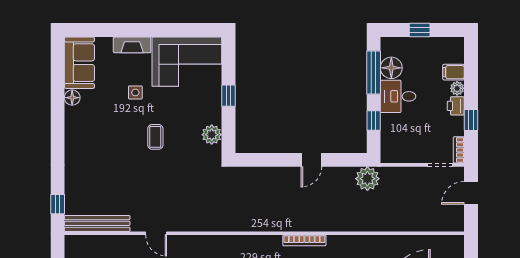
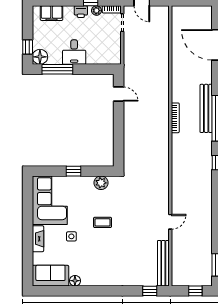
window: (420, 30) -> (28, 47), moved
floor lamp: (391, 68) -> (40, 57), moved
filing cabinet: (454, 72) -> (52, 13), width x2.00
plant: (457, 88) -> (97, 11), moved
window: (374, 121) -> (91, 69), removed
door: (311, 160) -> (119, 94), moved
plant: (367, 179) -> (132, 74), removed

